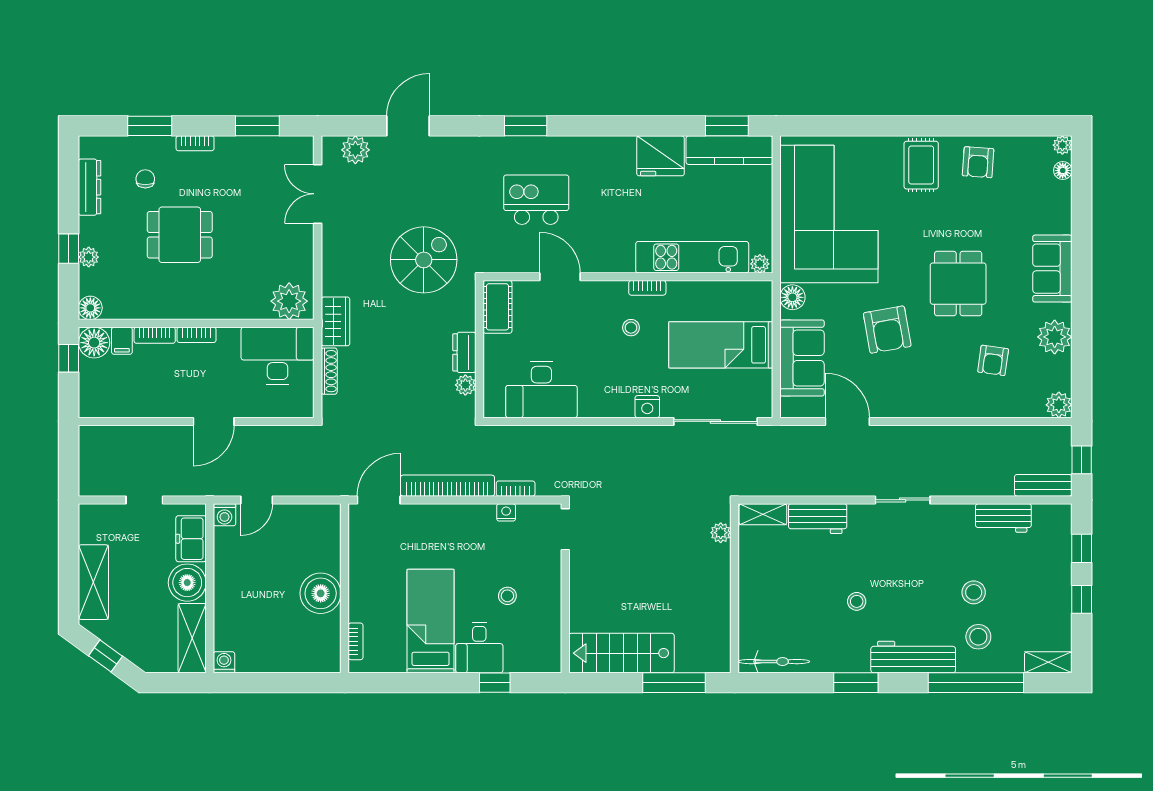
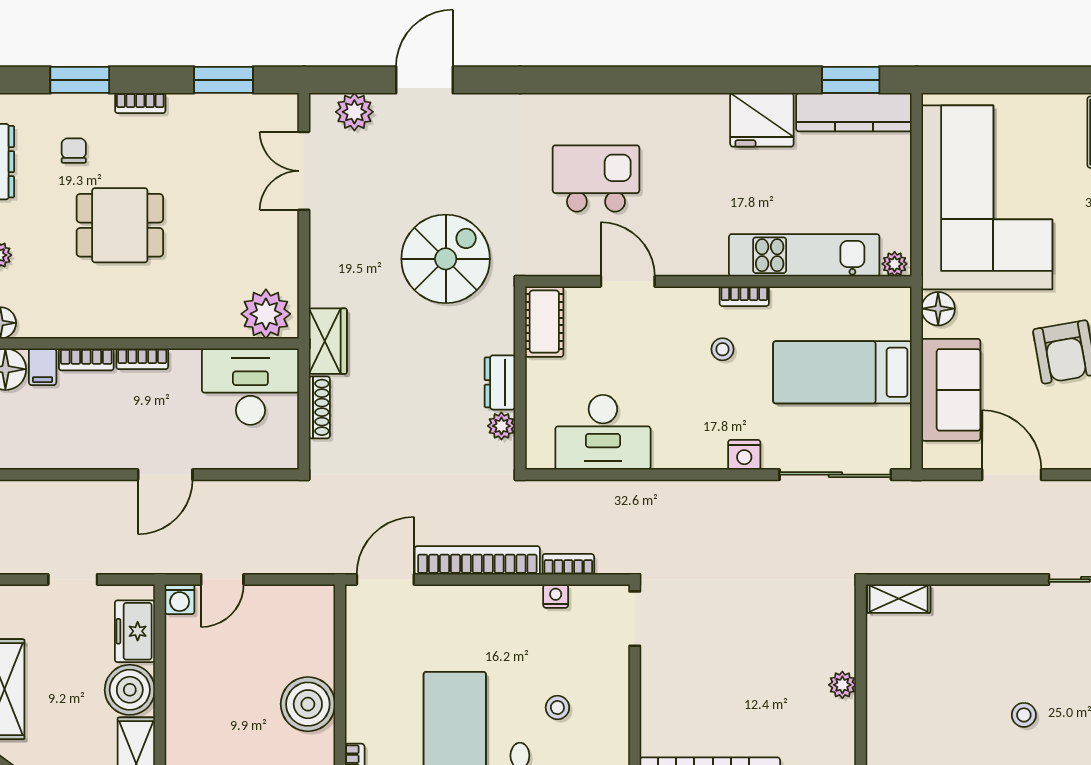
window: (526, 126) -> (582, 80), removed
workbench: (818, 519) -> (972, 604), removed
plant: (721, 533) -> (842, 685), moved

